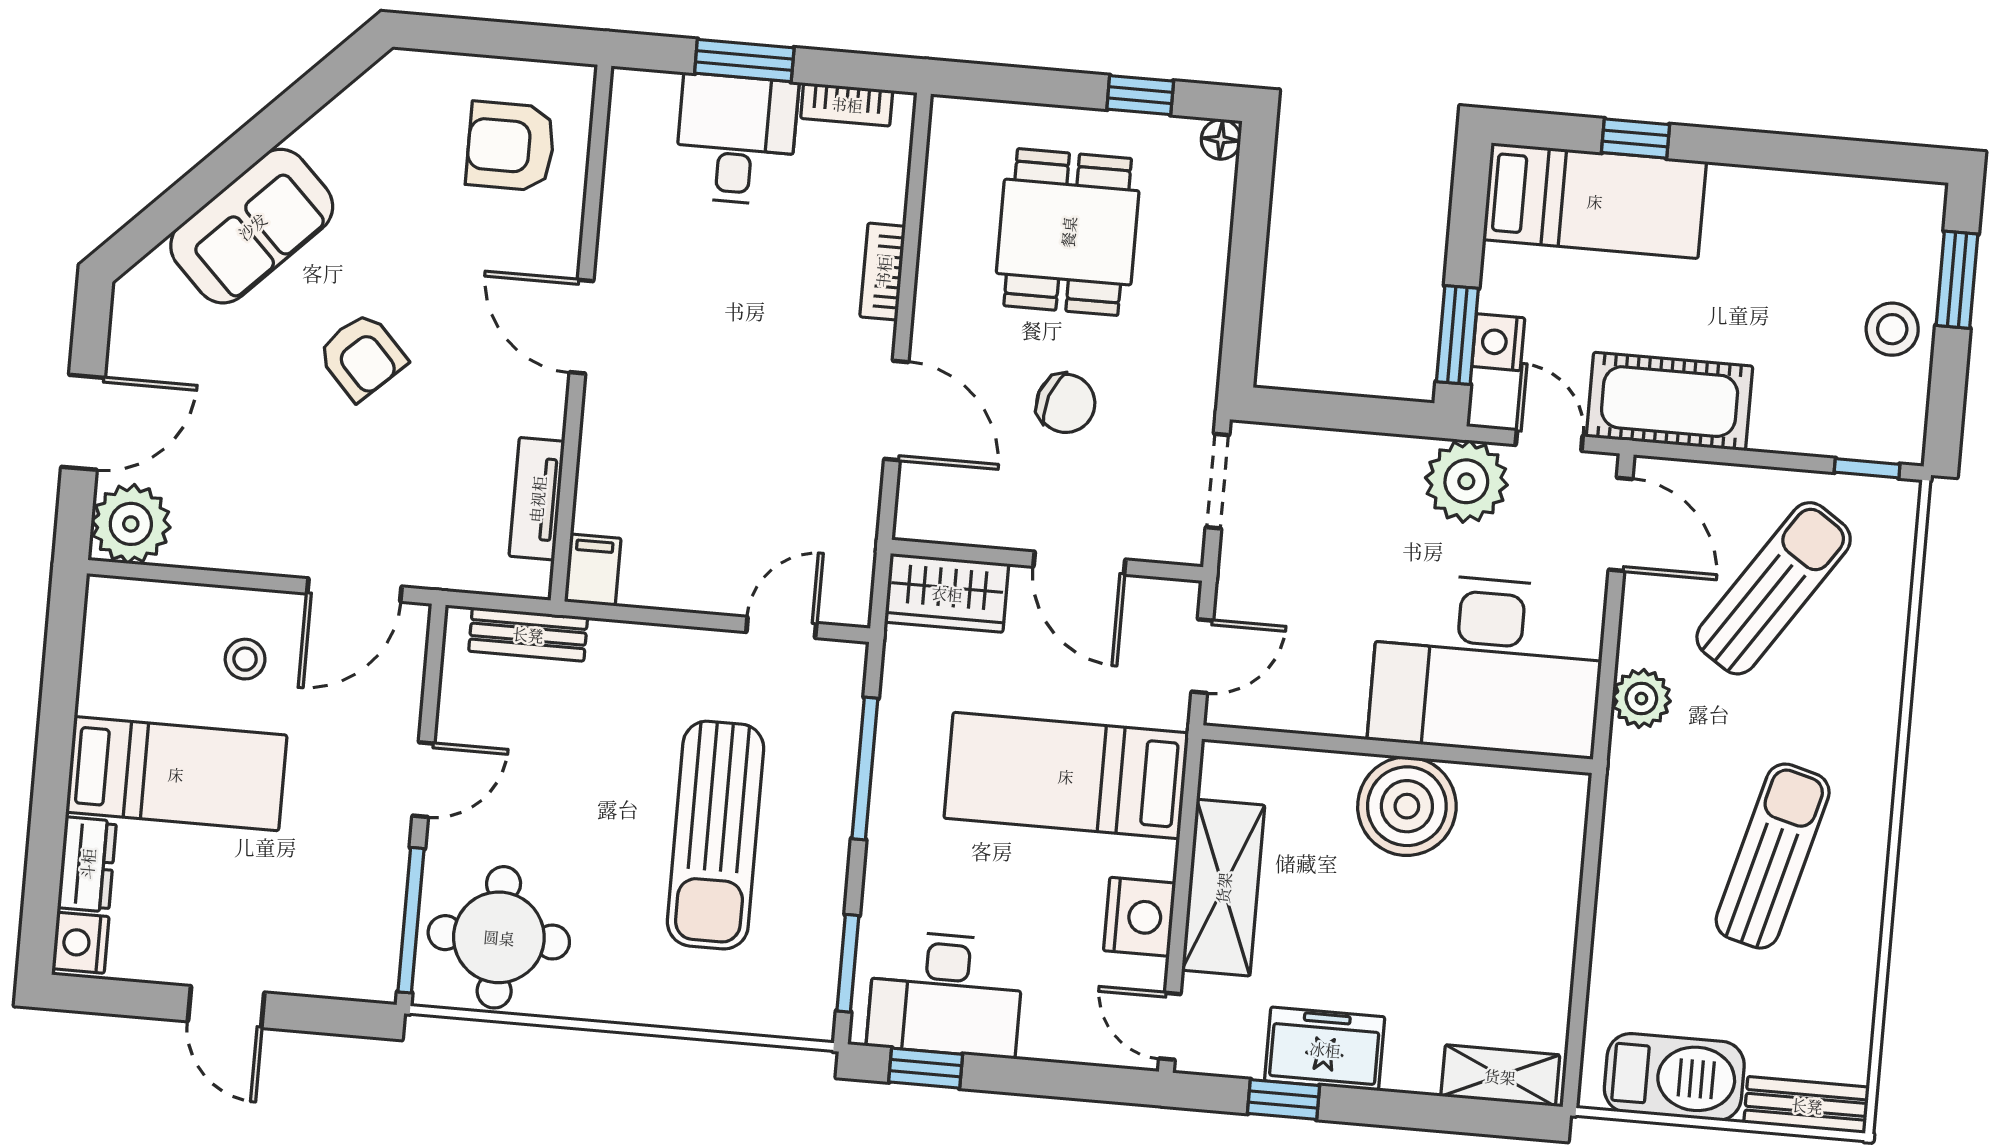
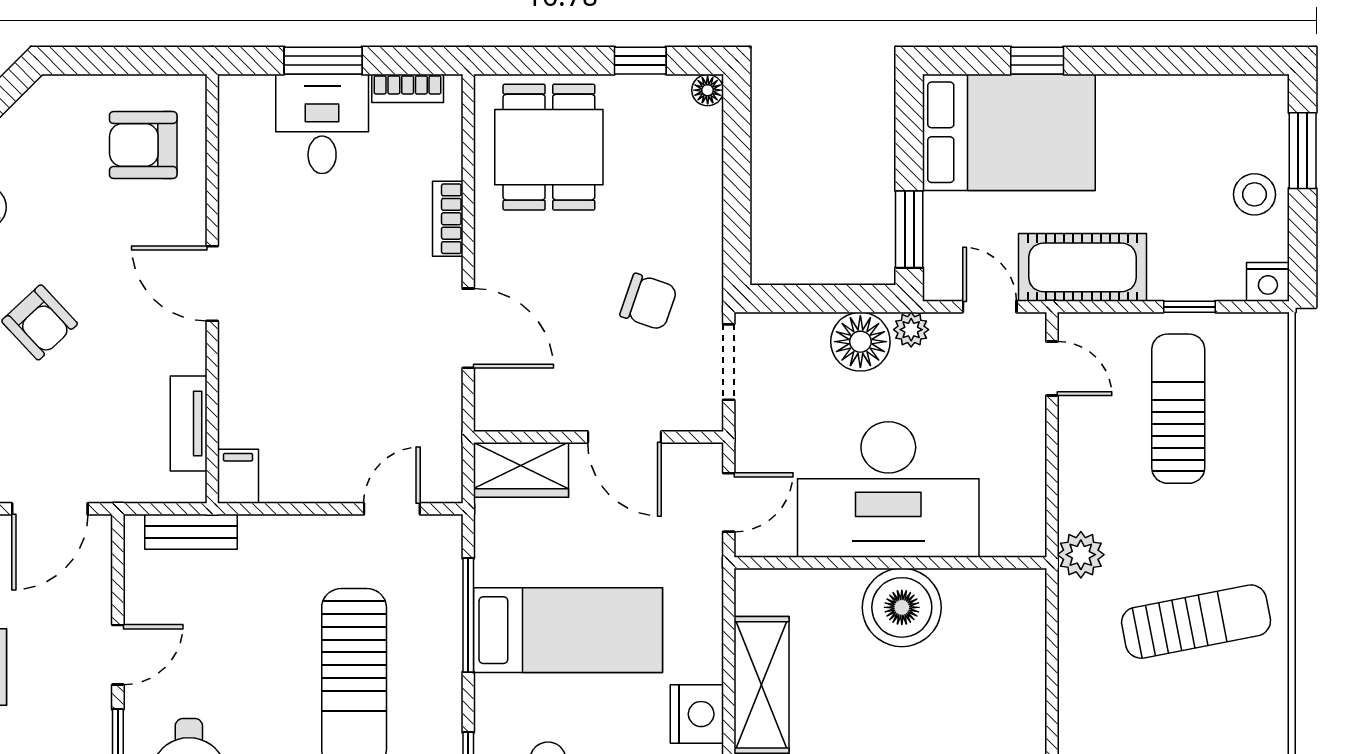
bed: (1595, 201) -> (1009, 132), width x1.50
dining table: (1068, 232) -> (549, 147), moved
nightstand: (1498, 342) -> (1268, 282), moved, turned -90
chair: (1066, 403) -> (649, 302), moved
window: (1867, 468) -> (1189, 307), moved
floor lamp: (1384, 470) -> (860, 342), added
plant: (1466, 481) -> (911, 330), width x0.53, depth x0.53
door: (1620, 524) -> (1052, 368), width x0.73
sun lounger: (1774, 588) -> (1178, 409), turned -34
desk: (1487, 665) -> (888, 489), moved
plant: (1641, 699) -> (1081, 555), moved
bed: (1066, 776) -> (568, 630), moved, turned 180
sun lounger: (1773, 856) -> (1196, 622), turned 64

